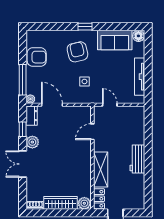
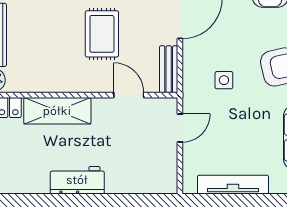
bench: (79, 111) -> (169, 69), added
rug: (60, 146) -> (102, 34), added

